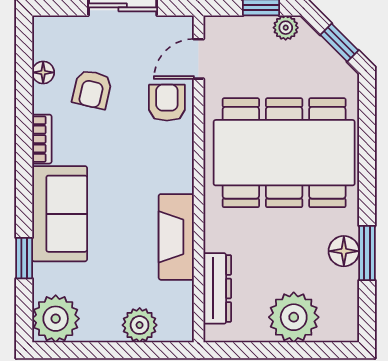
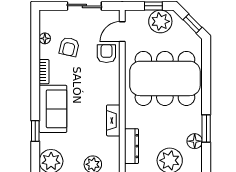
plant: (286, 28) -> (160, 21), width x1.87, depth x1.87
fireplace: (176, 237) -> (113, 120), width x0.73, depth x0.76
floor lamp: (344, 251) -> (195, 141), moved

